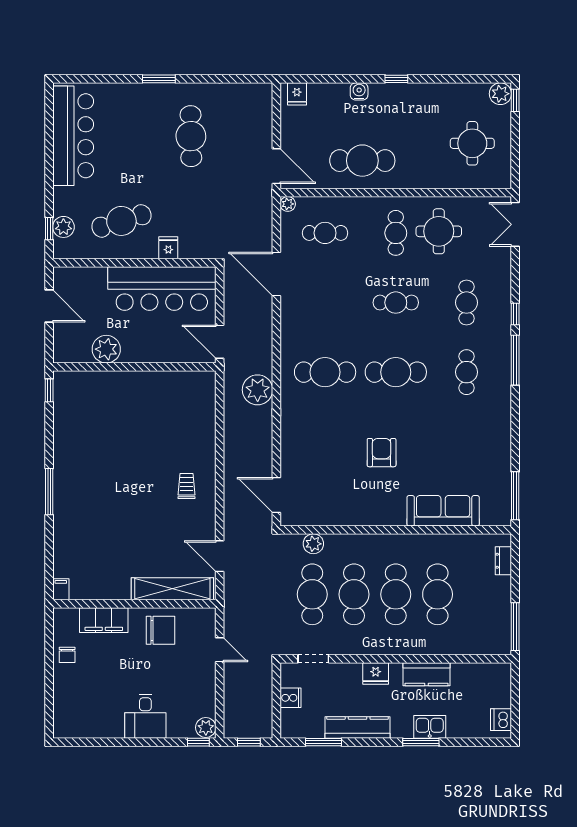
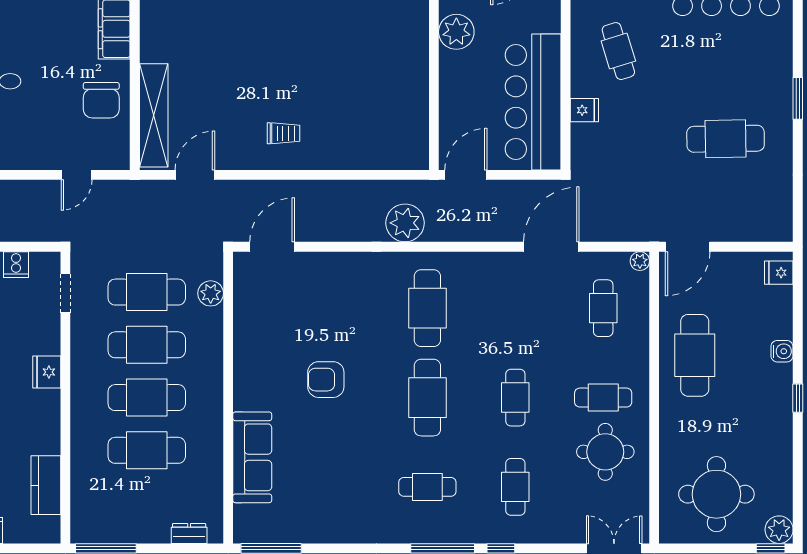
round table: (472, 143) -> (716, 494), width x1.36, depth x1.36
cafe table: (121, 221) -> (618, 51), width x0.73, depth x0.74
cafe table: (467, 303) -> (515, 487), turned 90
armchair: (382, 453) -> (326, 380), turned 180
kitchen counter: (427, 674) -> (46, 485), moved

